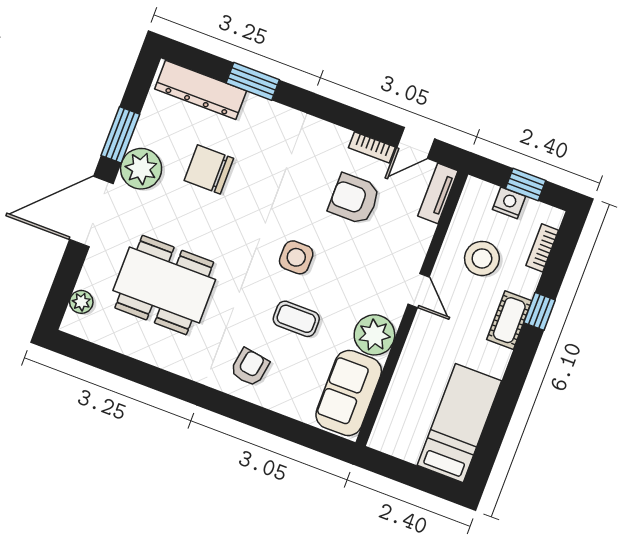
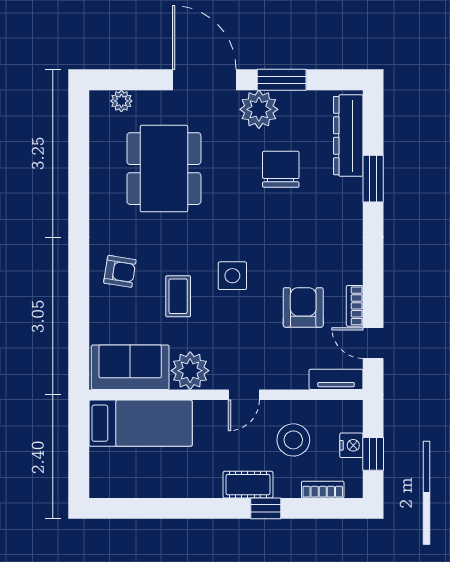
bed: (459, 423) -> (141, 423), moved

